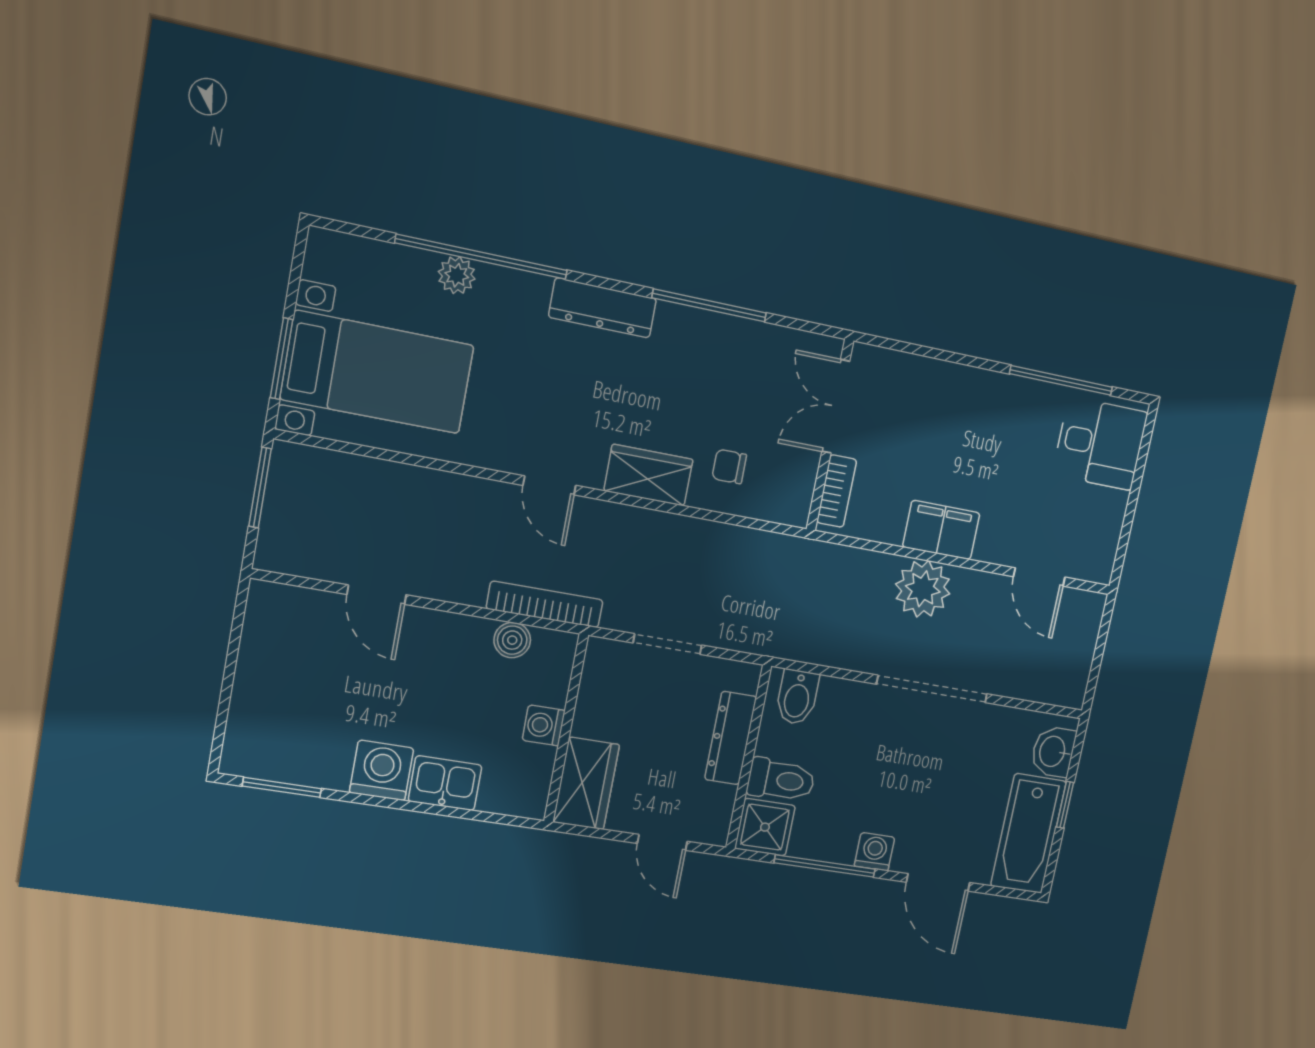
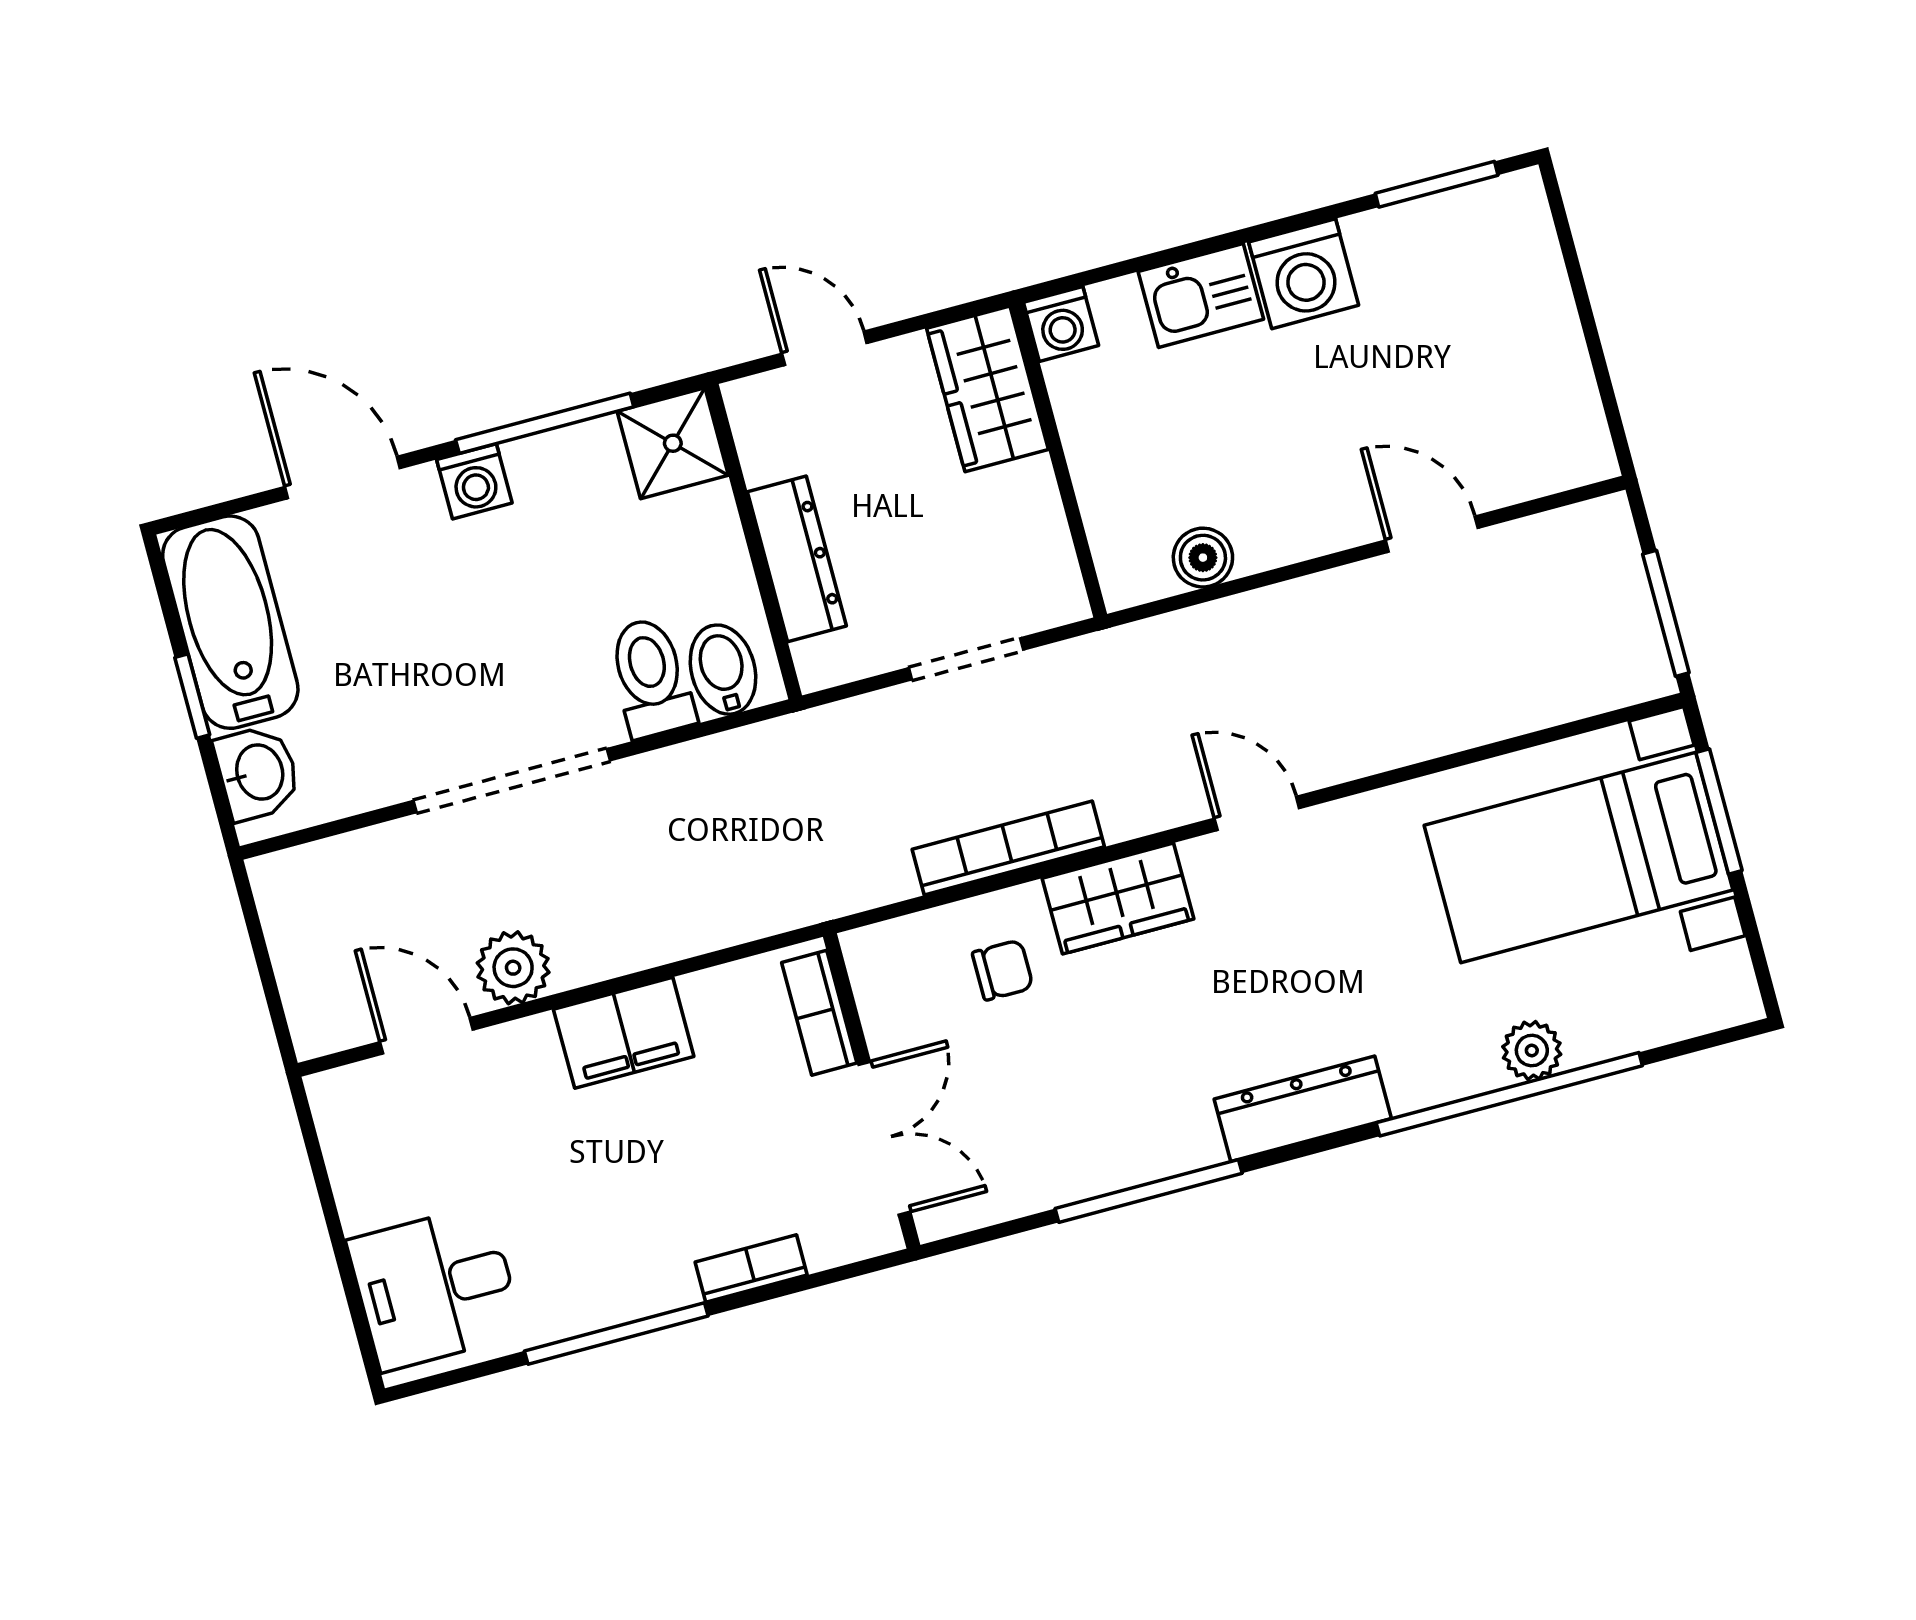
bookcase: (938, 371) -> (751, 1268), added
window: (1061, 380) -> (616, 1334), moved
plant: (923, 589) -> (513, 968), moved, width x0.73, depth x0.73
bookcase: (545, 604) -> (1008, 848), moved, turned 180
washing machine: (544, 725) -> (1061, 324), moved, turned 90
toilet: (781, 780) -> (651, 677), moved, turned 90

